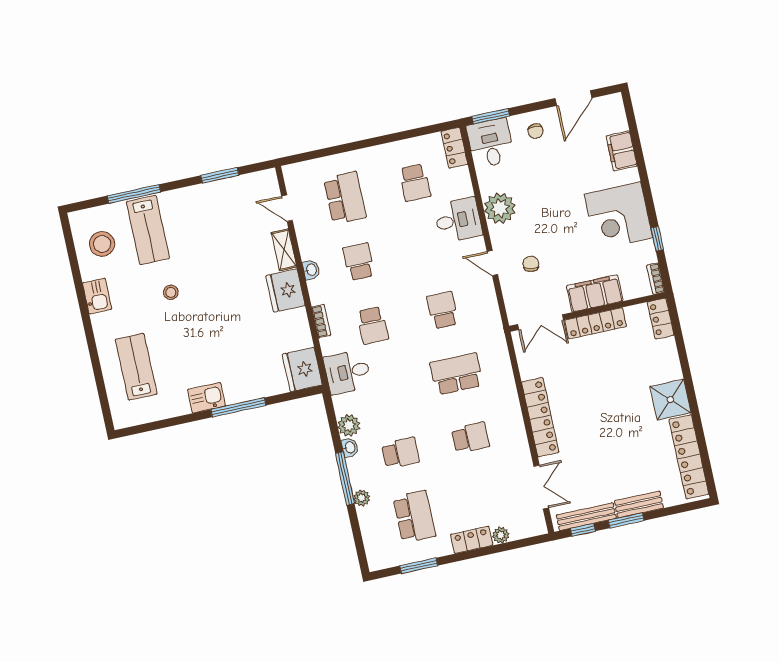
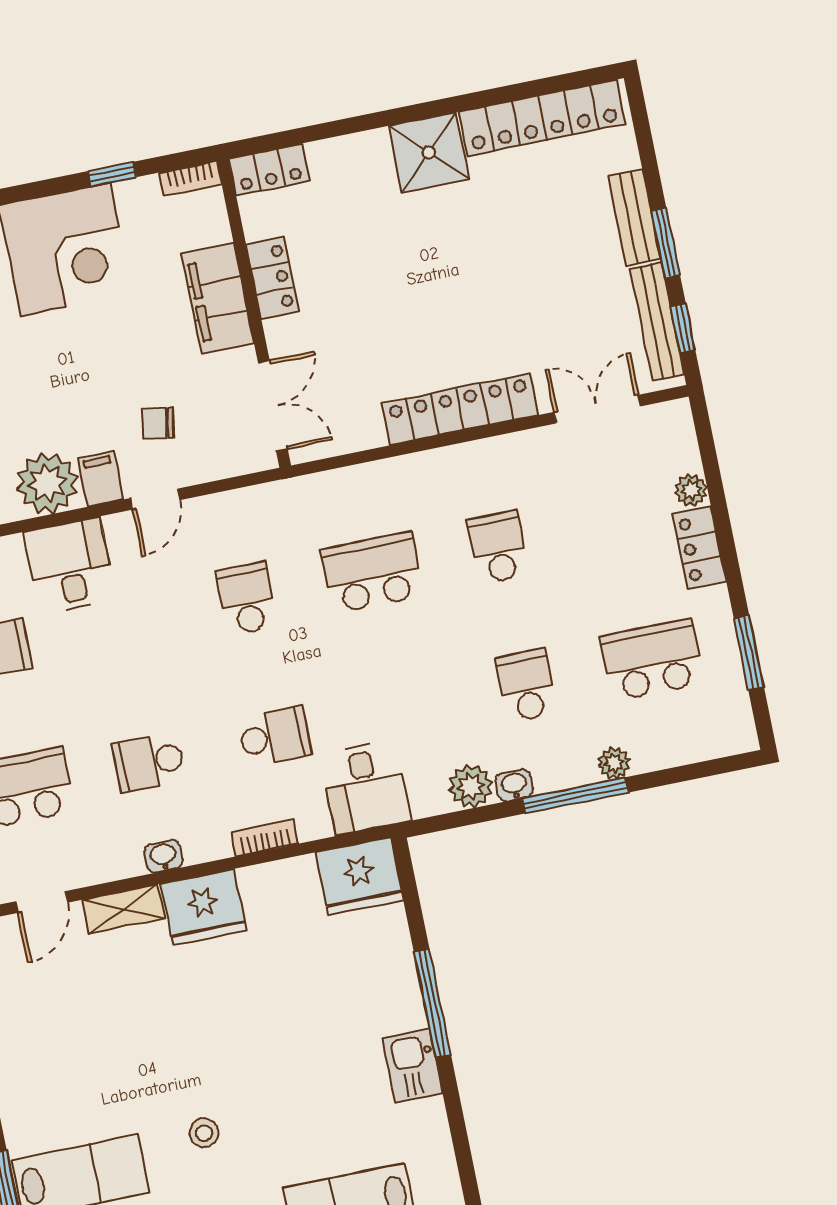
filing cabinet: (502, 235) -> (101, 479), added
school desk: (443, 310) -> (247, 598), turned 90
locker: (596, 323) -> (273, 278), width x0.66
school desk: (457, 374) -> (372, 573), turned 90

